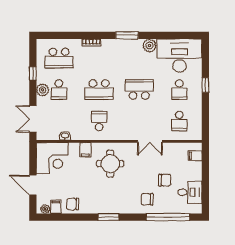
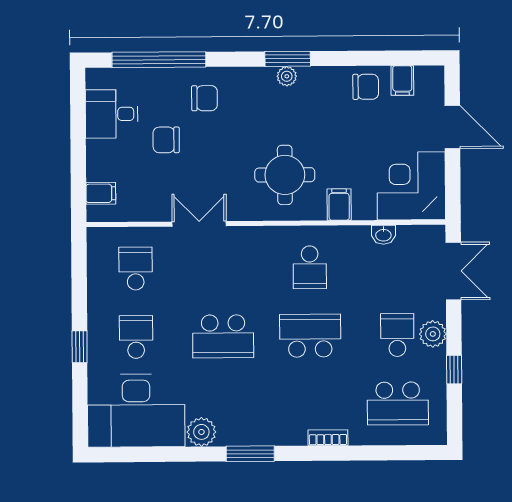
school desk: (59, 58) -> (398, 403), turned 180
plant: (45, 209) -> (287, 76), moved

